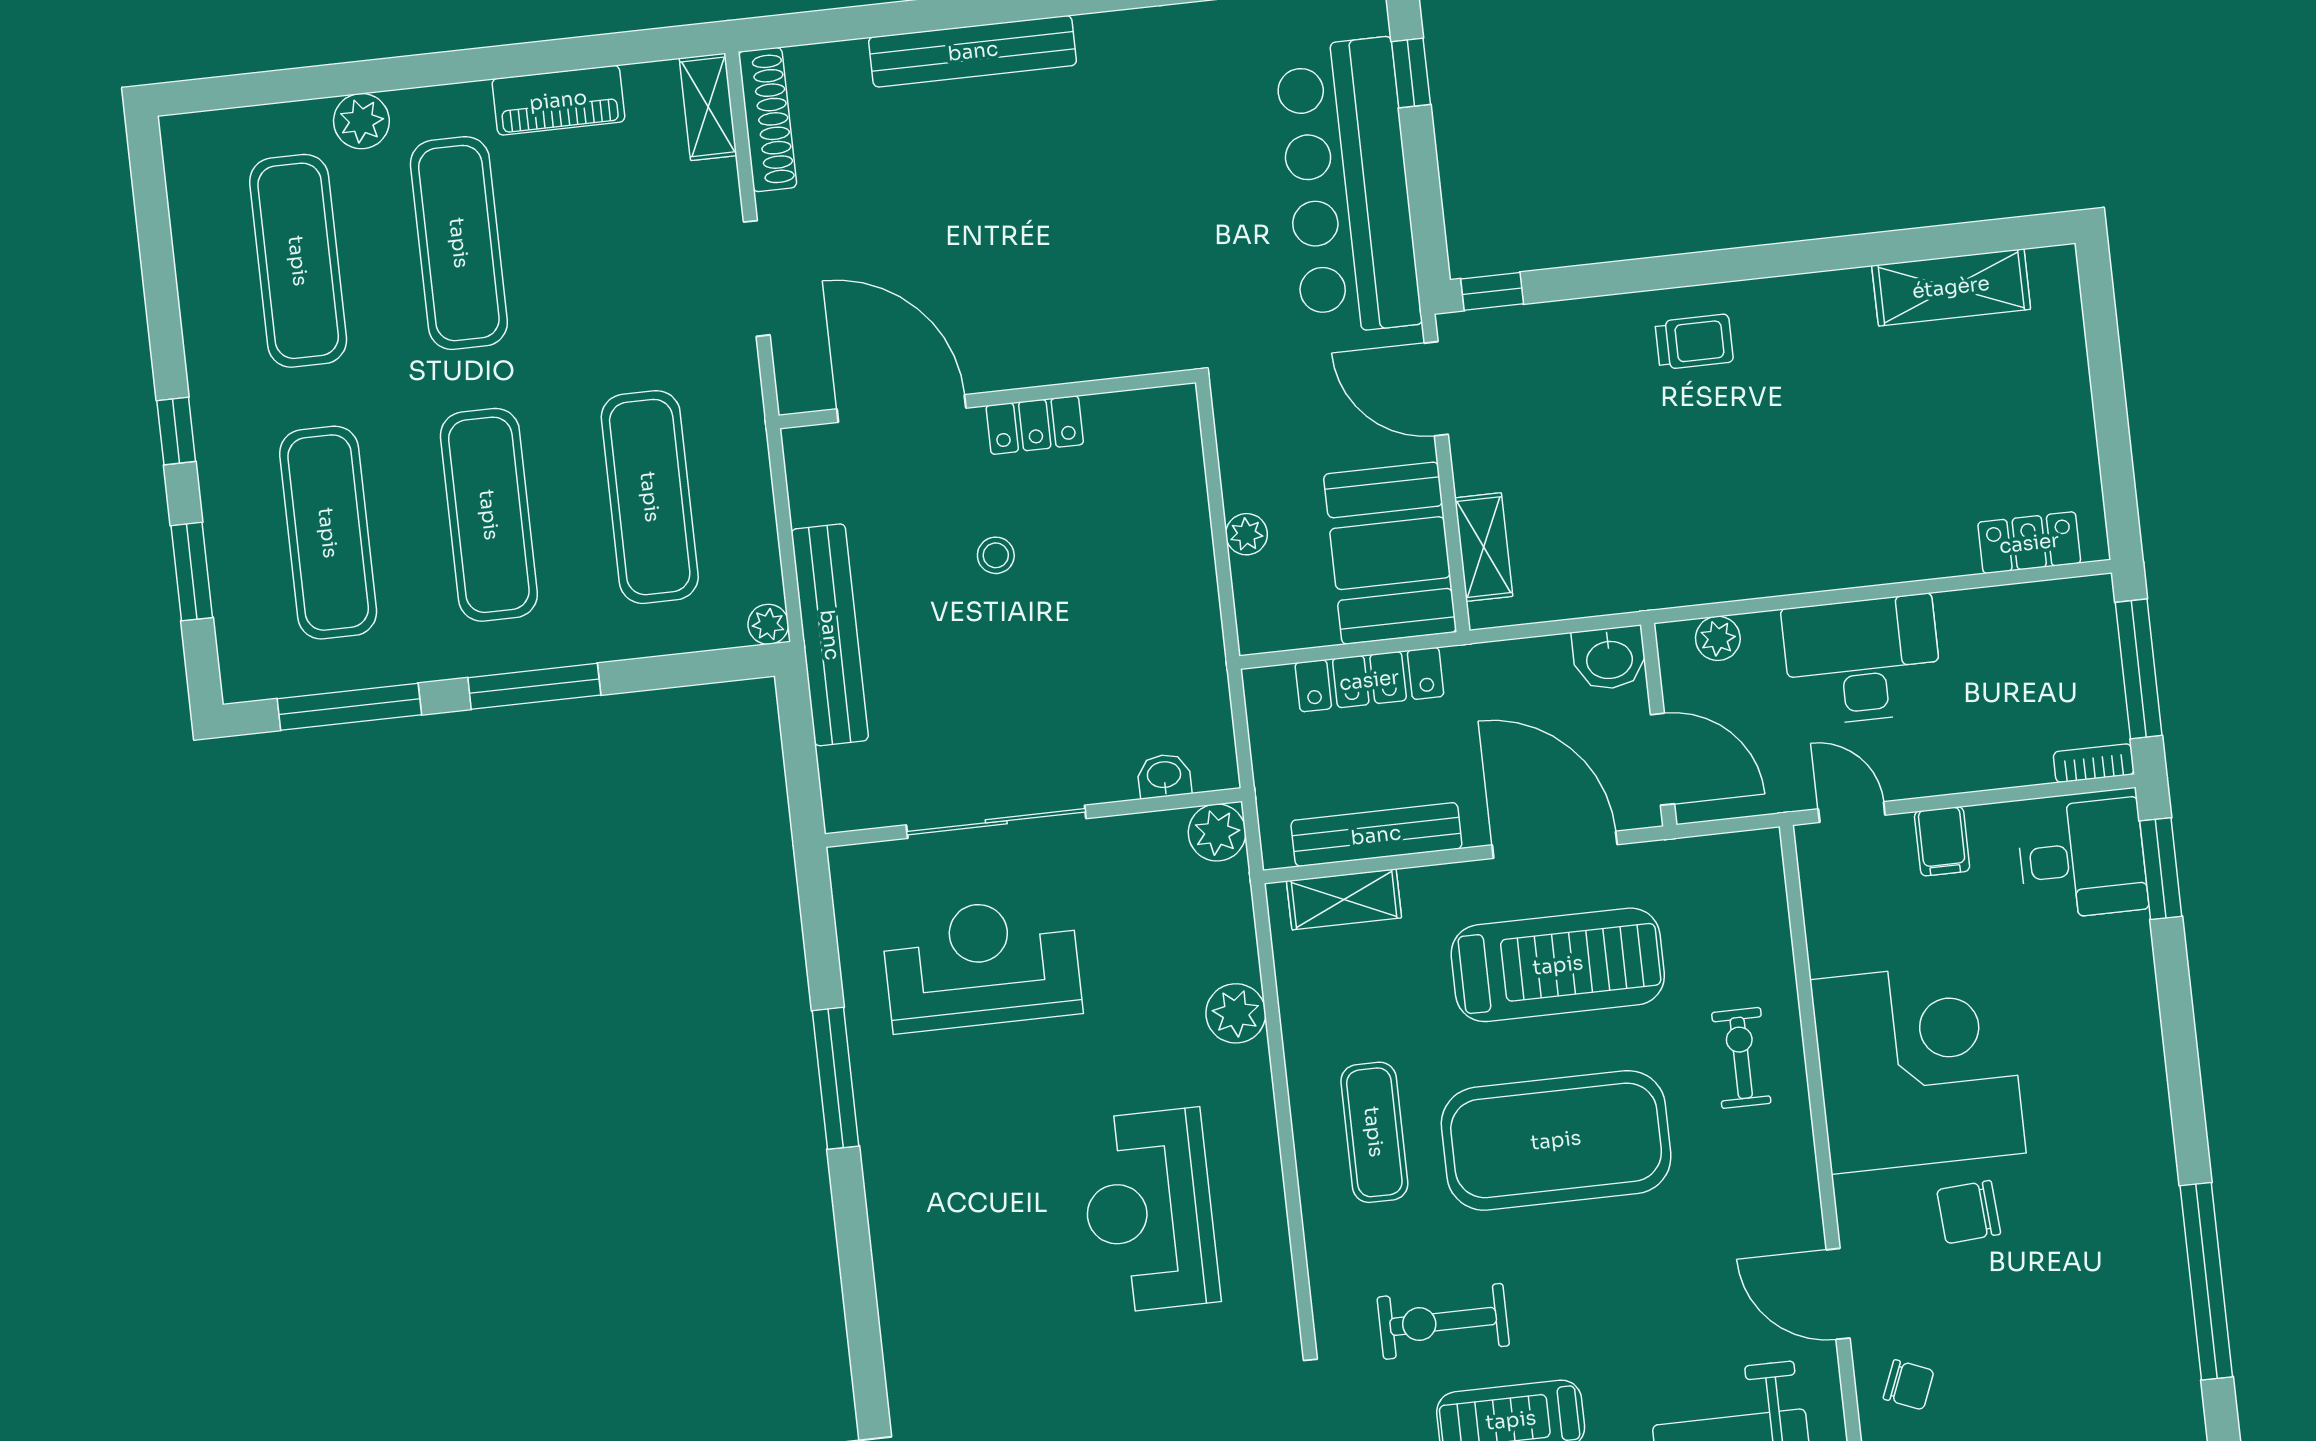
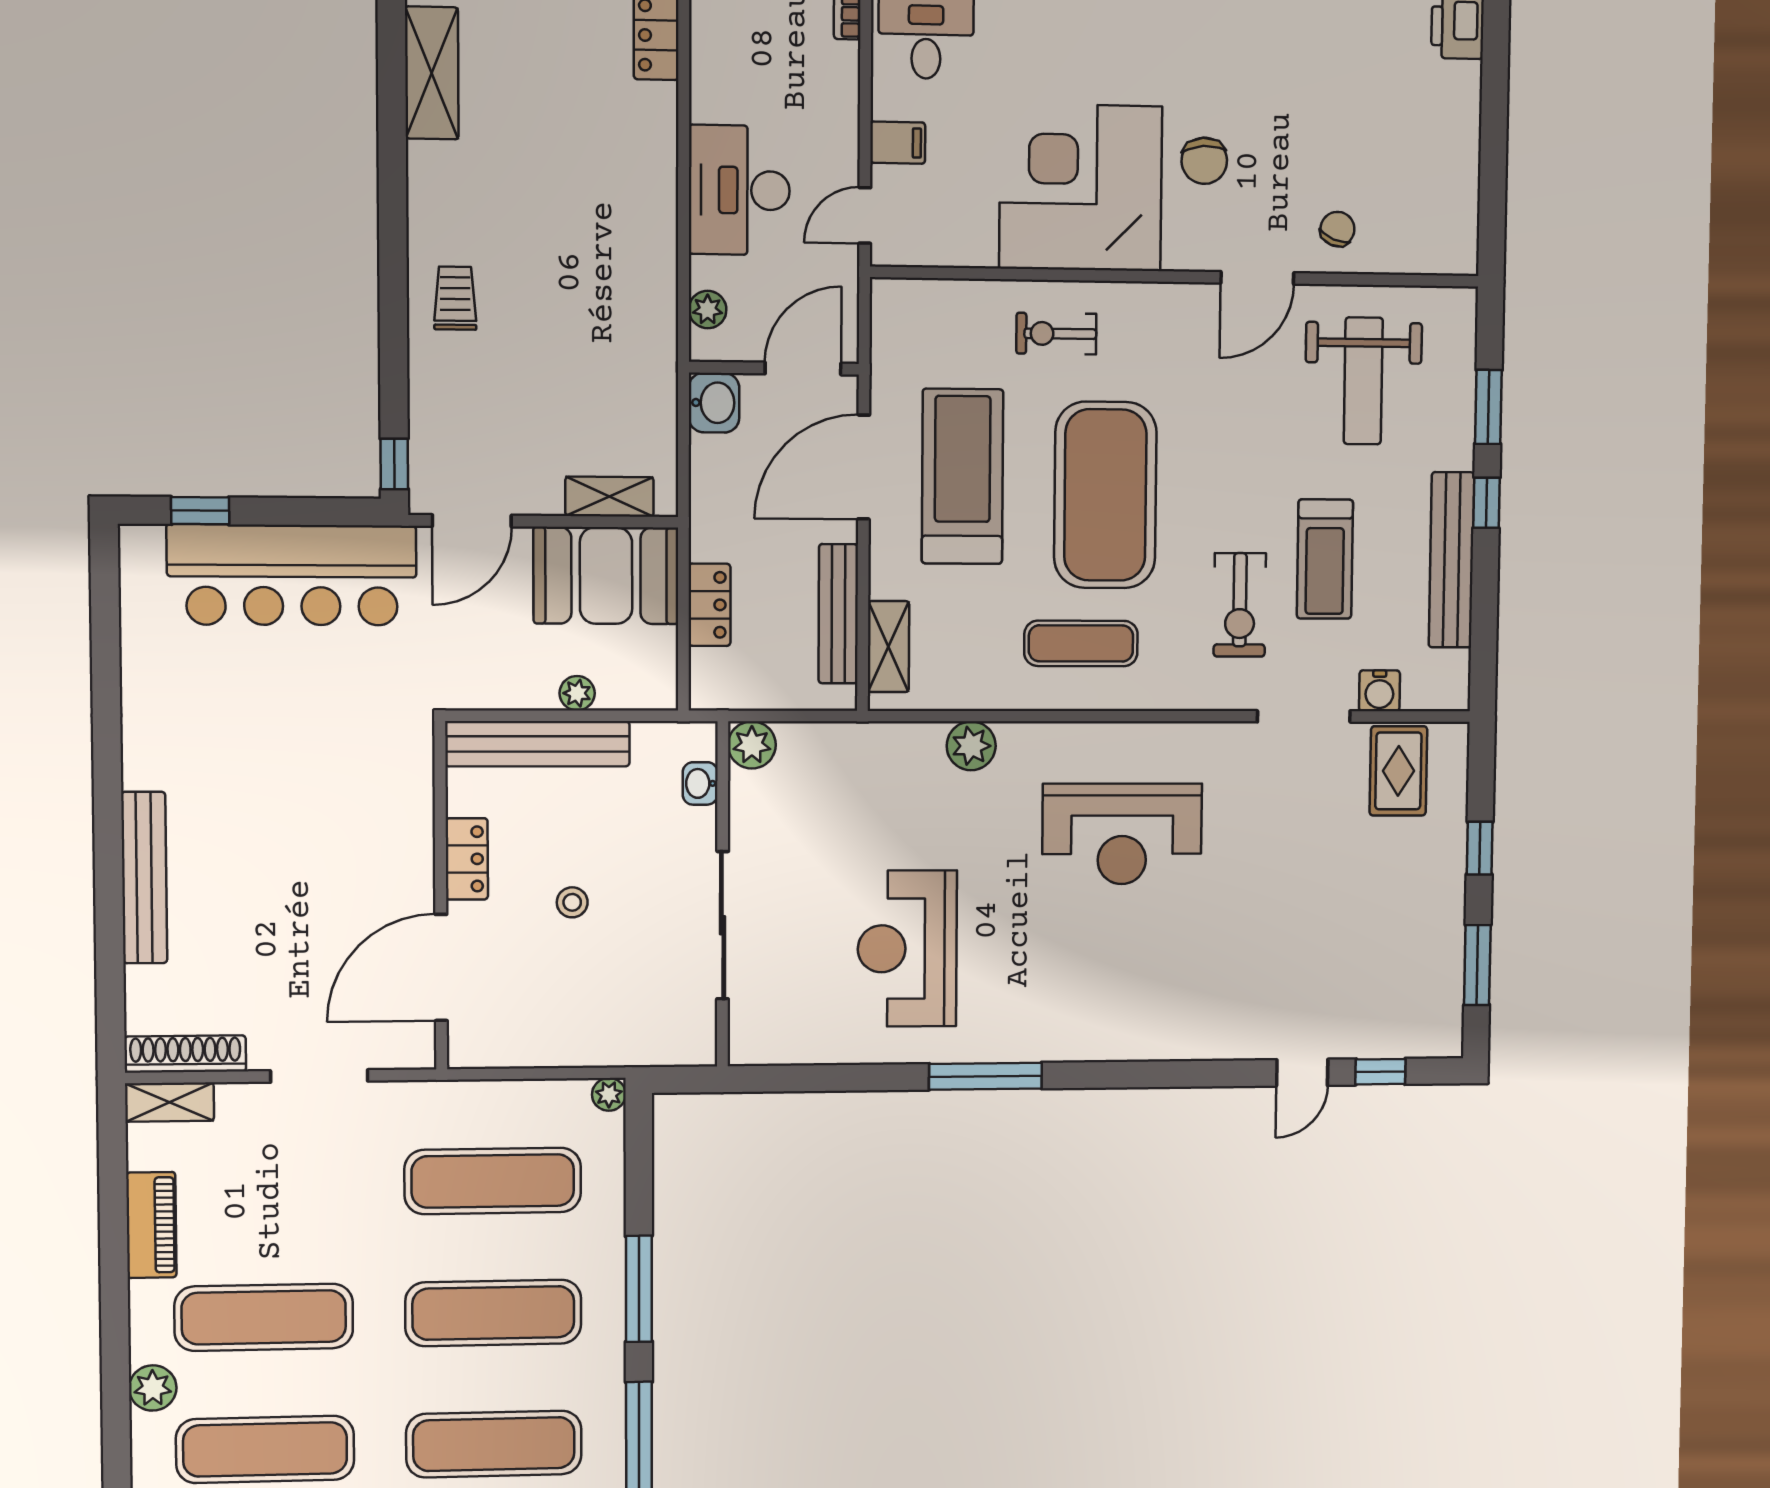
bench: (830, 635) -> (538, 744), moved
locker: (1369, 680) -> (710, 605), width x0.66
washbasin: (1164, 776) -> (700, 783), moved
wall: (1033, 818) -> (723, 894), moved
sliding door: (996, 822) -> (723, 925), moved
plant: (1217, 833) -> (752, 745), moved

